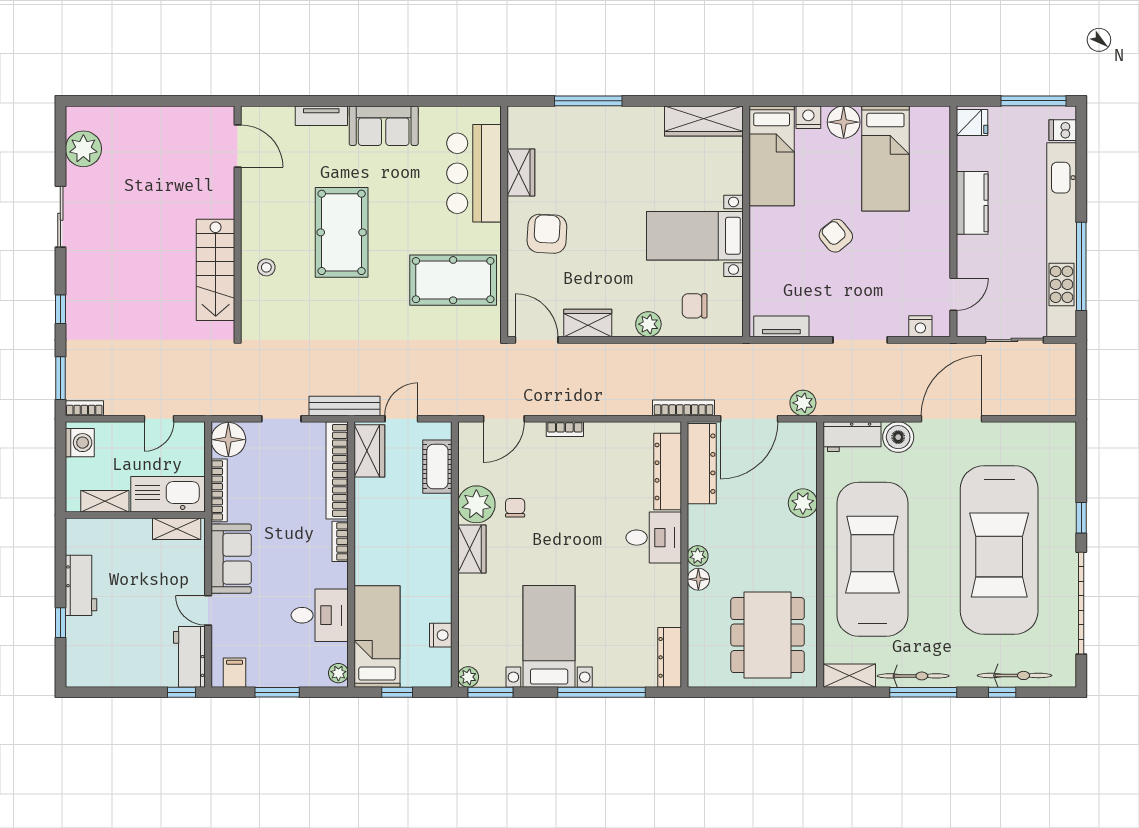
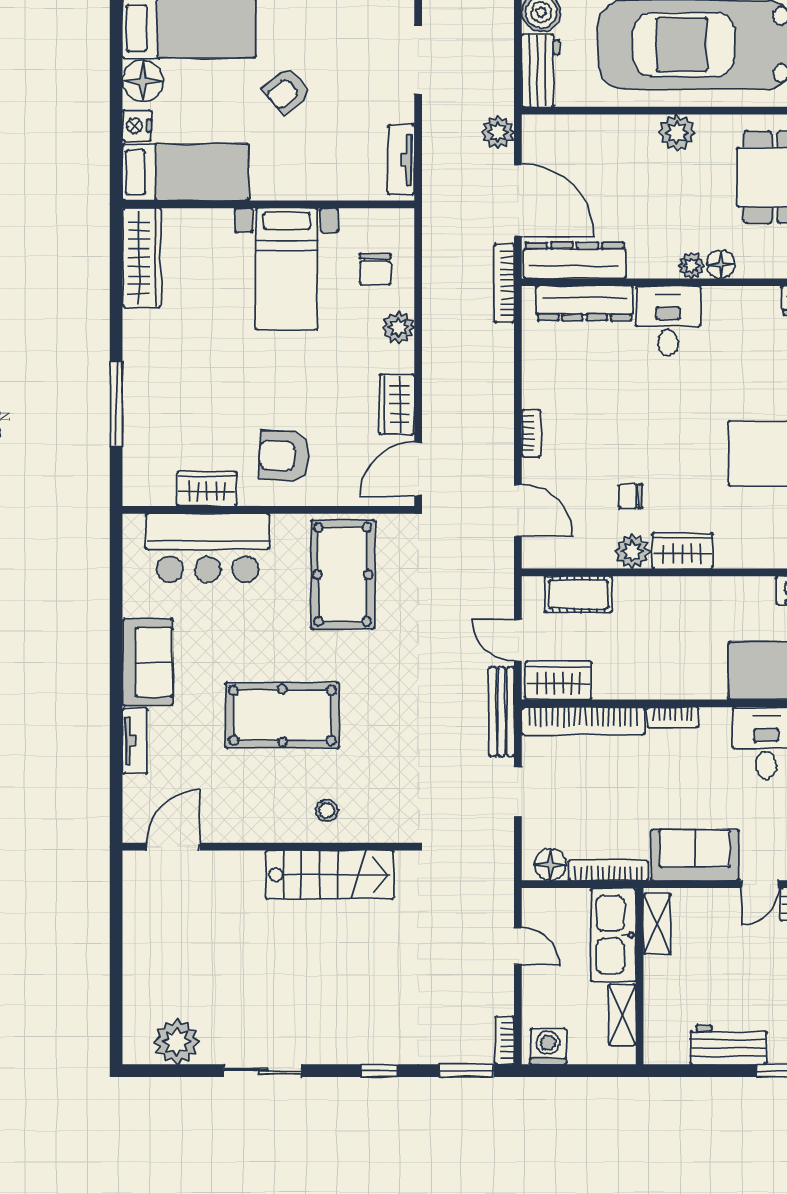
floor lamp: (228, 440) -> (550, 865), width x0.73, depth x0.73
plant: (803, 503) -> (677, 133), moved
plant: (476, 504) -> (632, 551), width x0.73, depth x0.73

